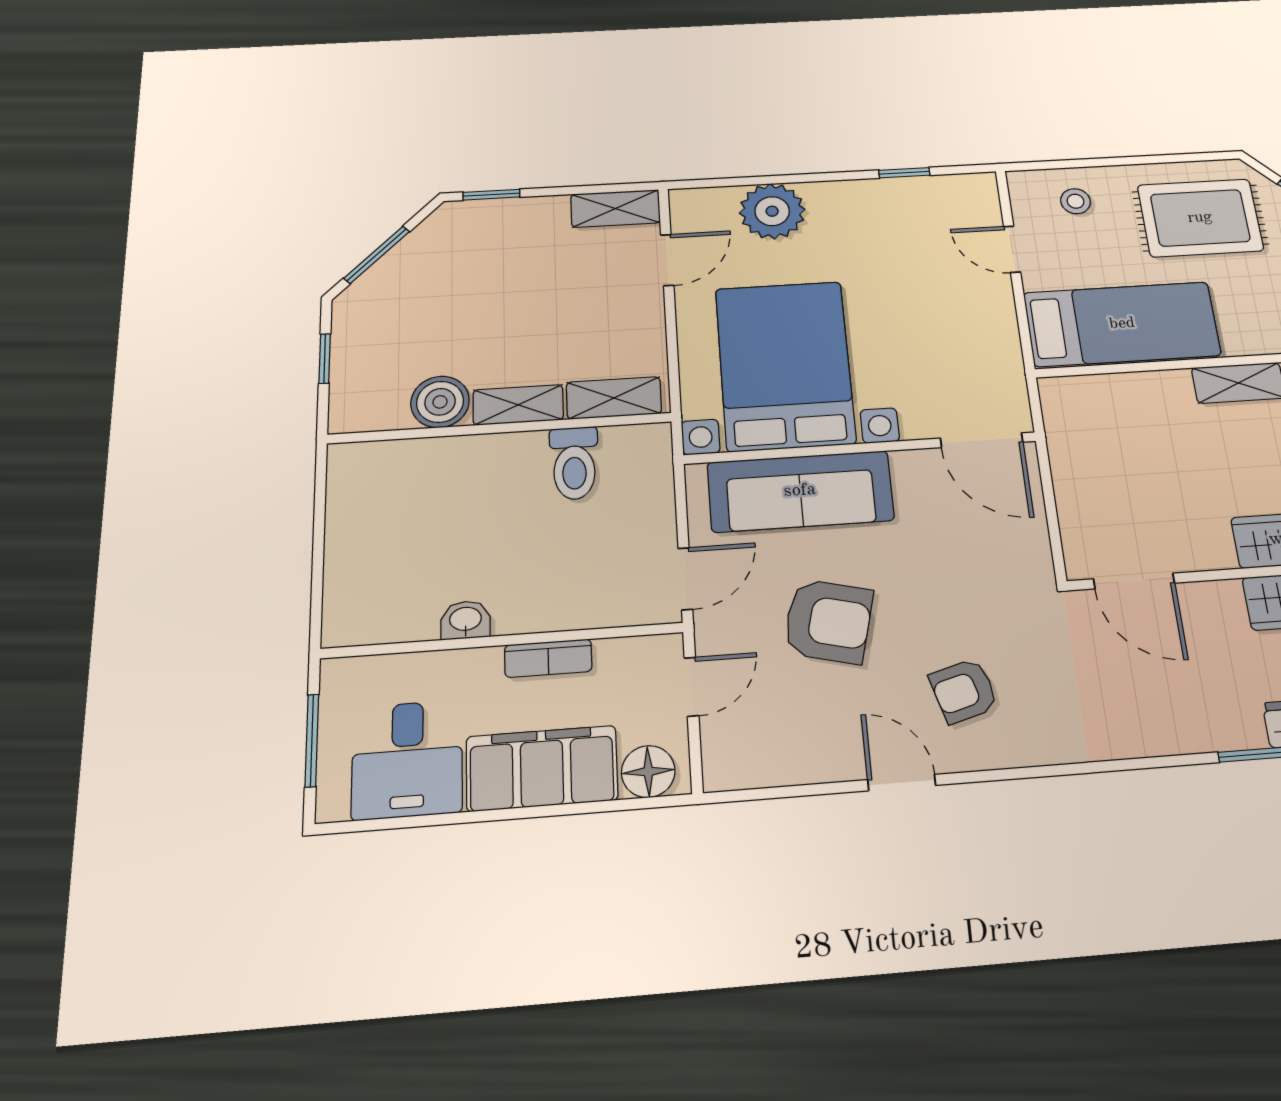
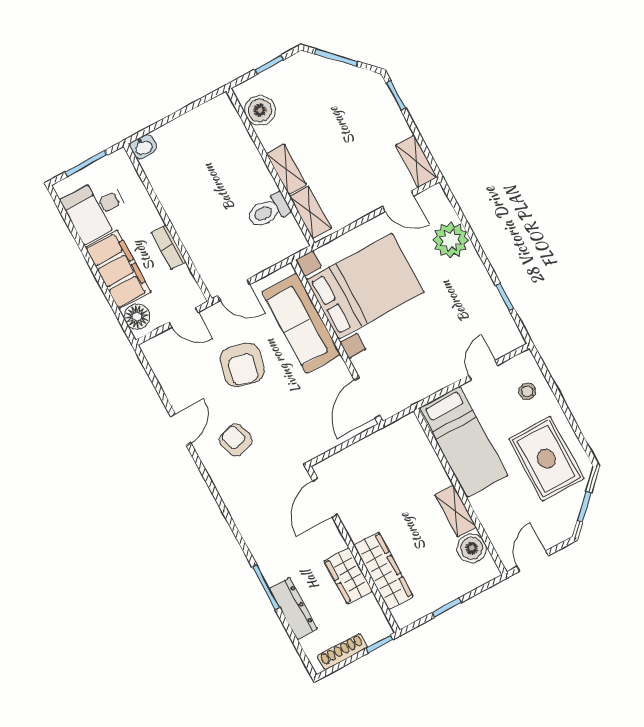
boiler: (440, 402) -> (260, 110), moved
washbasin: (465, 620) -> (143, 147), moved, turned 90

